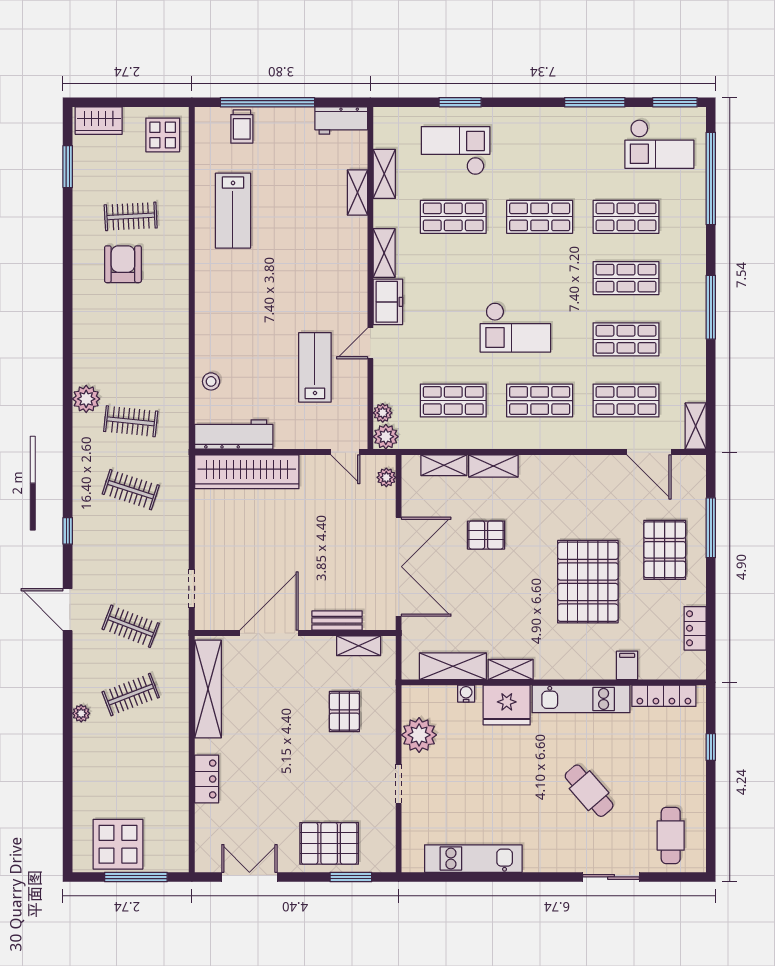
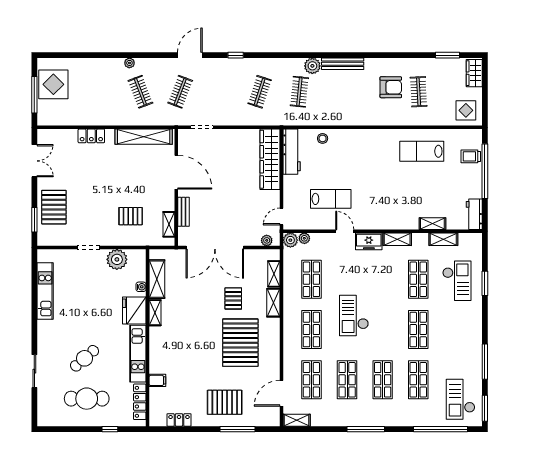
bench: (83, 347) -> (343, 64), added
pallet: (588, 582) -> (240, 343), moved, turned 90
cafe table: (671, 835) -> (87, 399), moved, width x1.37, depth x1.35

